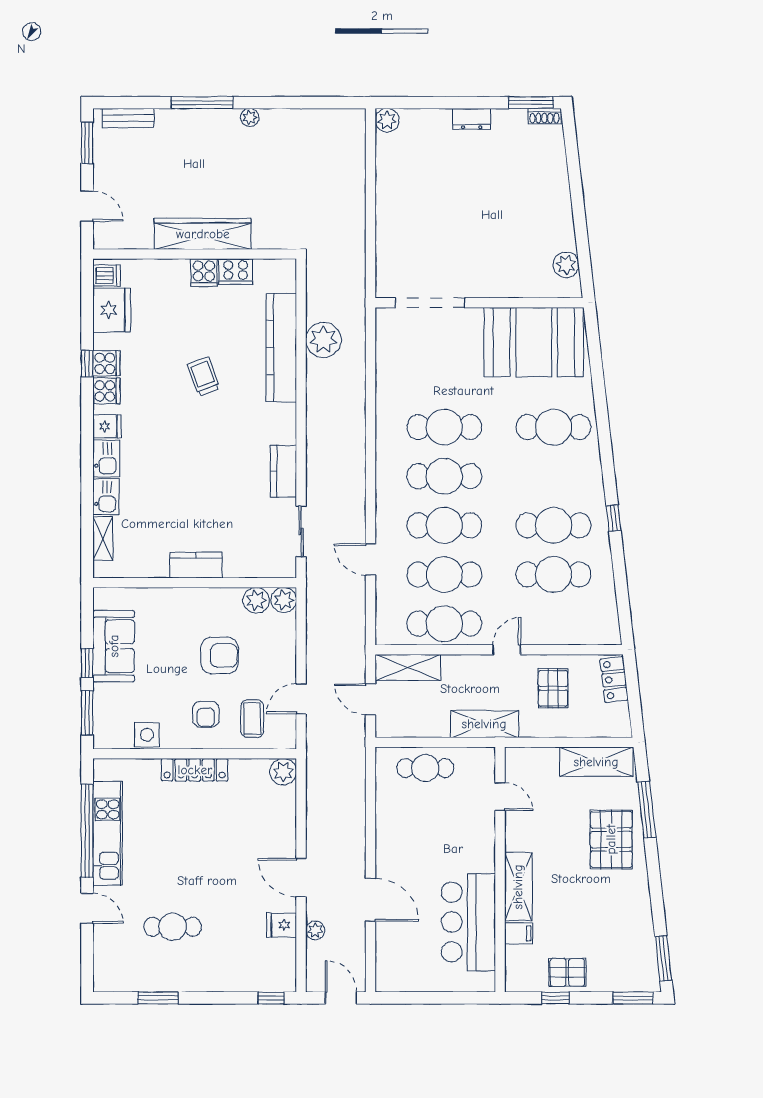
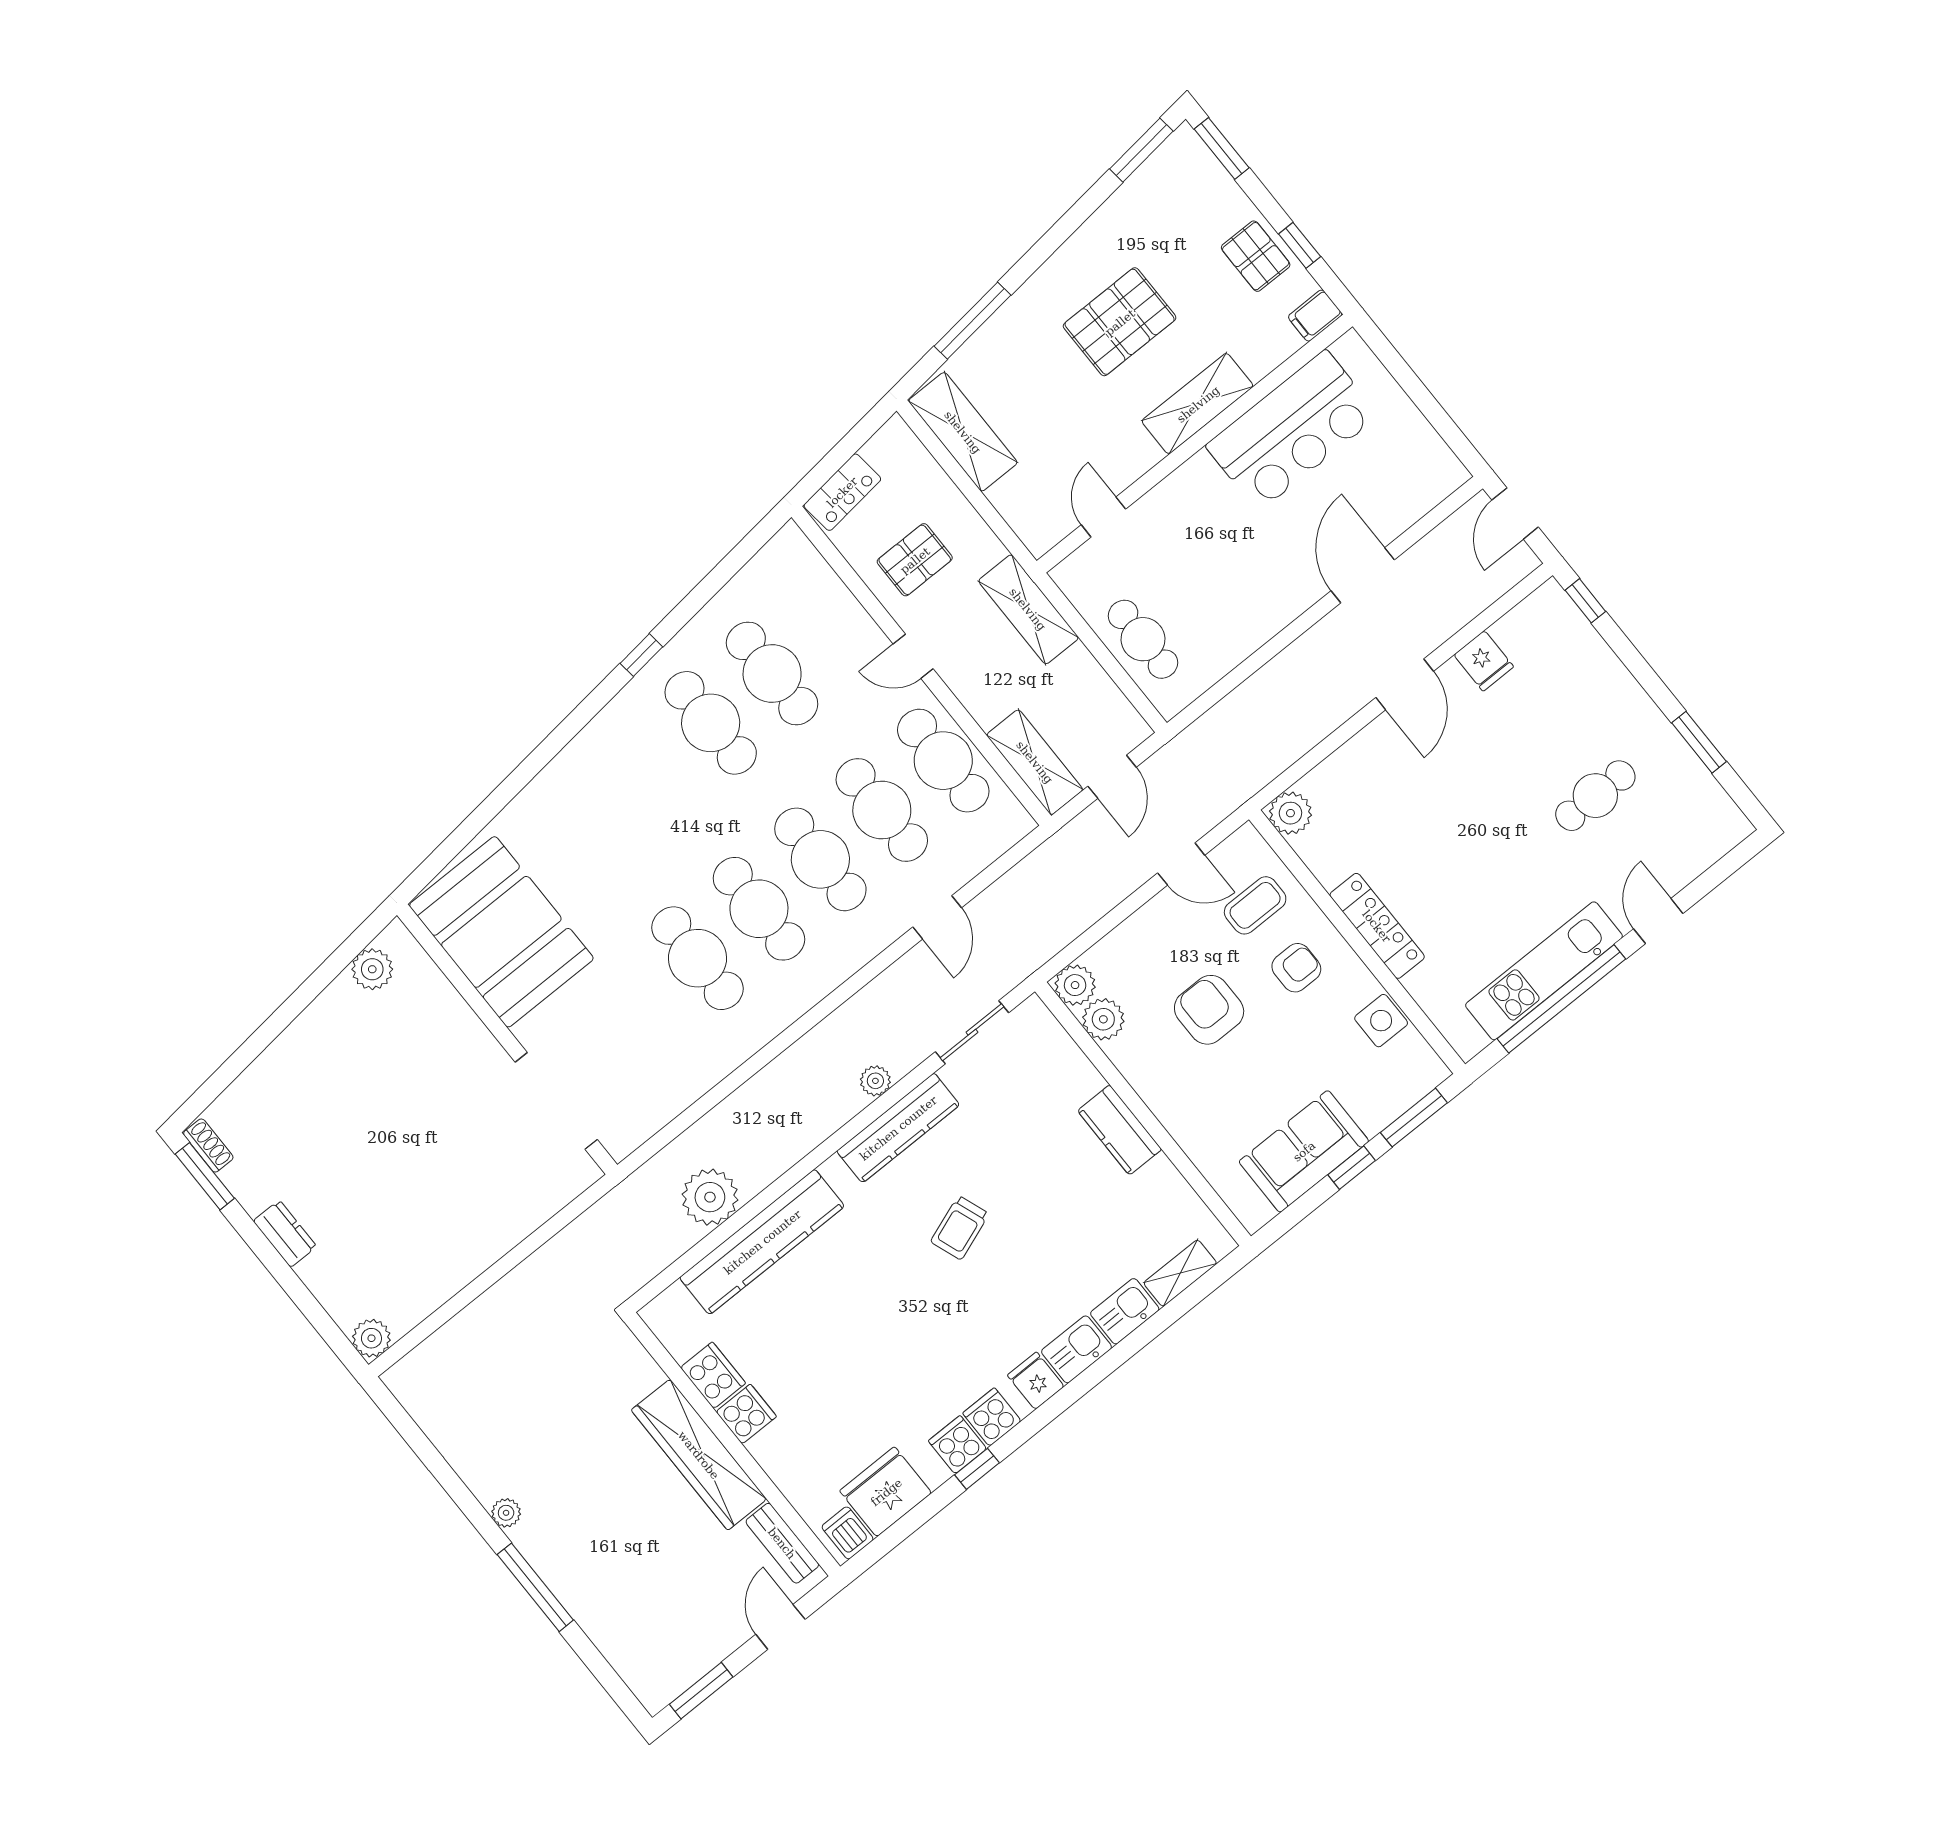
bench: (128, 118) -> (782, 1543), moved
trolley: (204, 376) -> (960, 1228), moved
cafe table: (553, 427) -> (588, 822), removed
kitchen counter: (283, 471) -> (898, 1128), width x1.50
pallet: (611, 839) -> (1120, 322), moved
cafe table: (173, 927) -> (1595, 796), turned 90
plant: (315, 930) -> (875, 1081), moved
filing cabinet: (519, 933) -> (1315, 316), moved, turned -90

